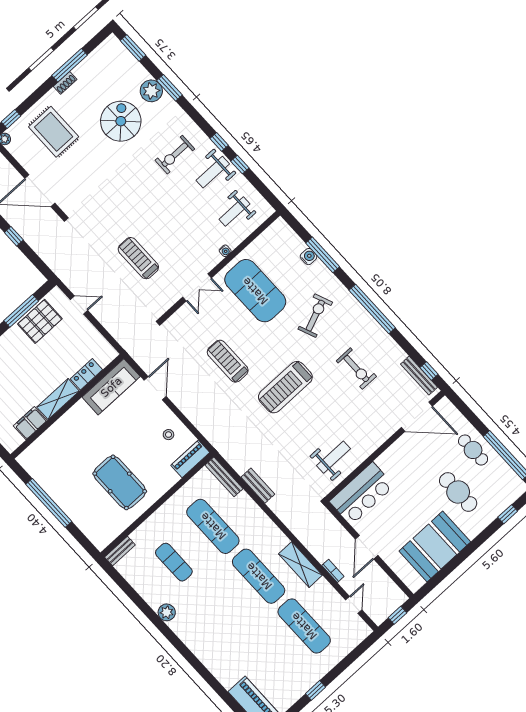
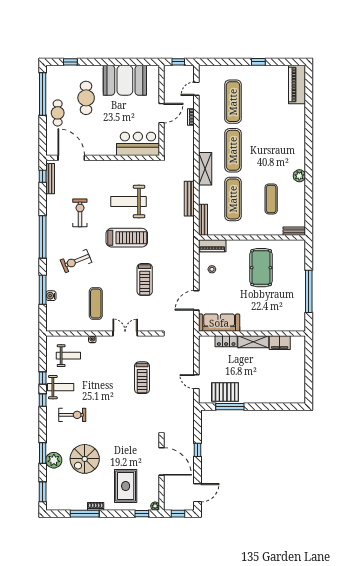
exercise mat: (255, 291) -> (96, 304), width x0.50, depth x0.69
weight bench: (334, 457) -> (129, 202), moved, width x1.36, depth x1.33
bench: (258, 486) -> (189, 199), width x1.36
shelving: (300, 565) -> (205, 169), moved

